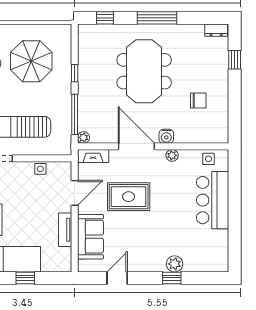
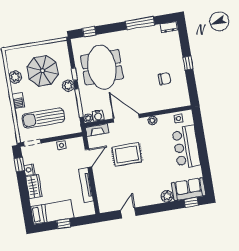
window: (157, 18) -> (140, 23), moved
window: (235, 60) -> (188, 63), moved
meeting table: (144, 71) -> (102, 67), moved
plant: (63, 88) -> (68, 86), added
water cooler: (166, 136) -> (98, 116), moved
tv unit: (65, 230) -> (86, 185), width x1.41
sofa: (90, 237) -> (189, 189), moved, turned -90
window: (172, 278) -> (191, 202), moved

